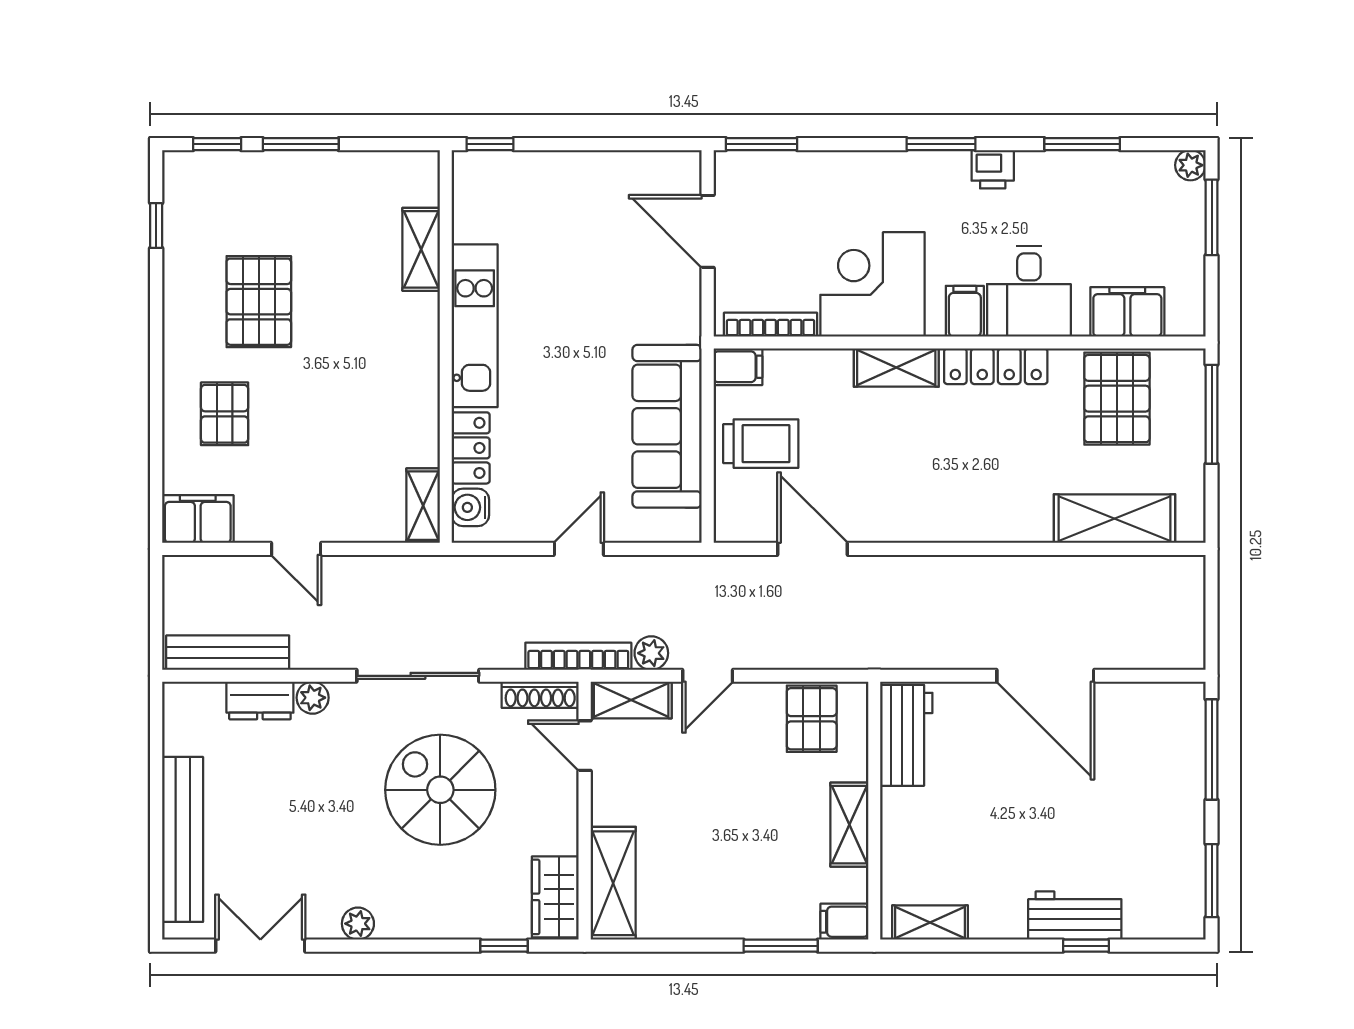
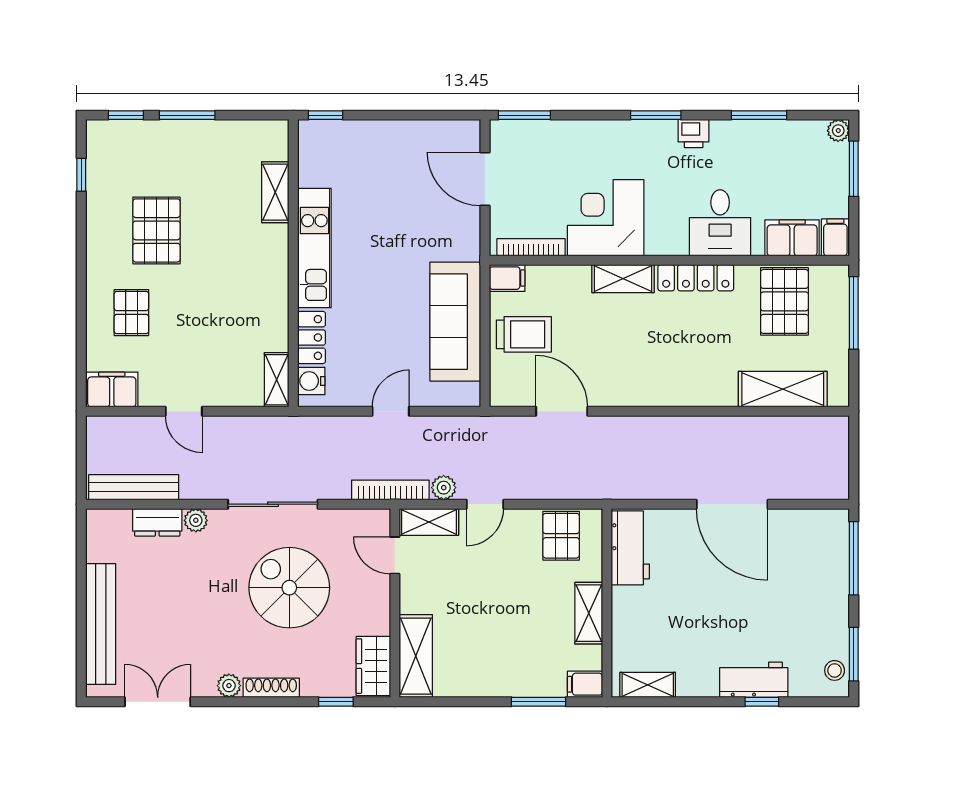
filing cabinet: (965, 311) -> (835, 237), moved
shoe rack: (540, 695) -> (271, 688), moved, turned 180
stool: (1185, 903) -> (835, 670), added

